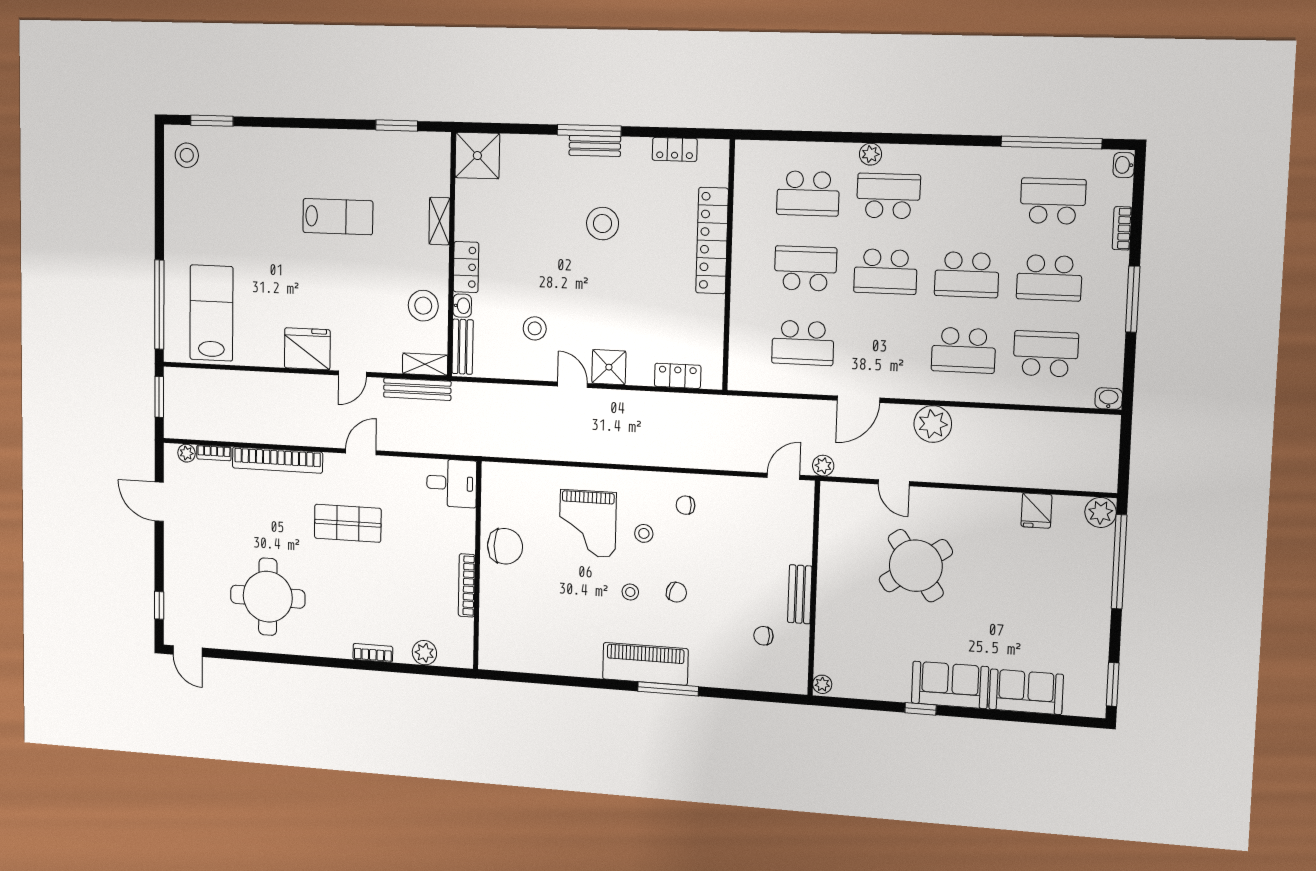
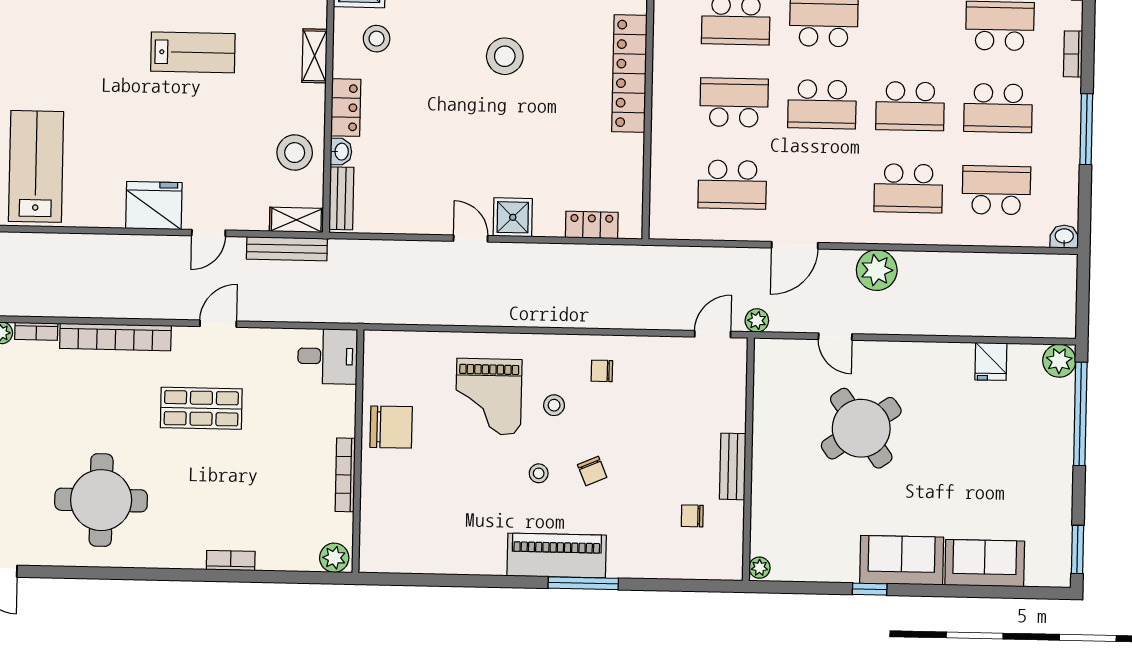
stool: (535, 328) -> (377, 39), moved
chair: (676, 592) -> (592, 471), turned 48
plant: (424, 653) -> (334, 558), moved

